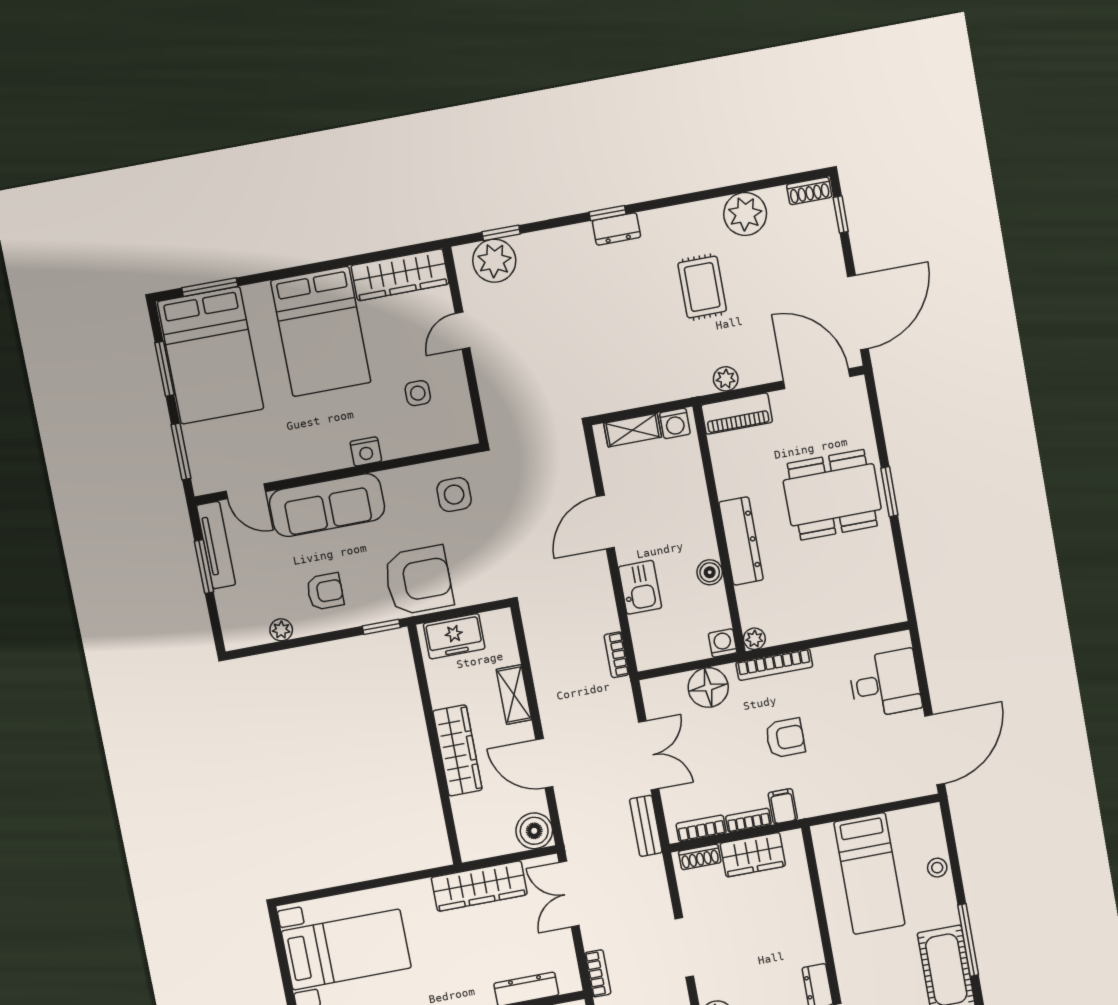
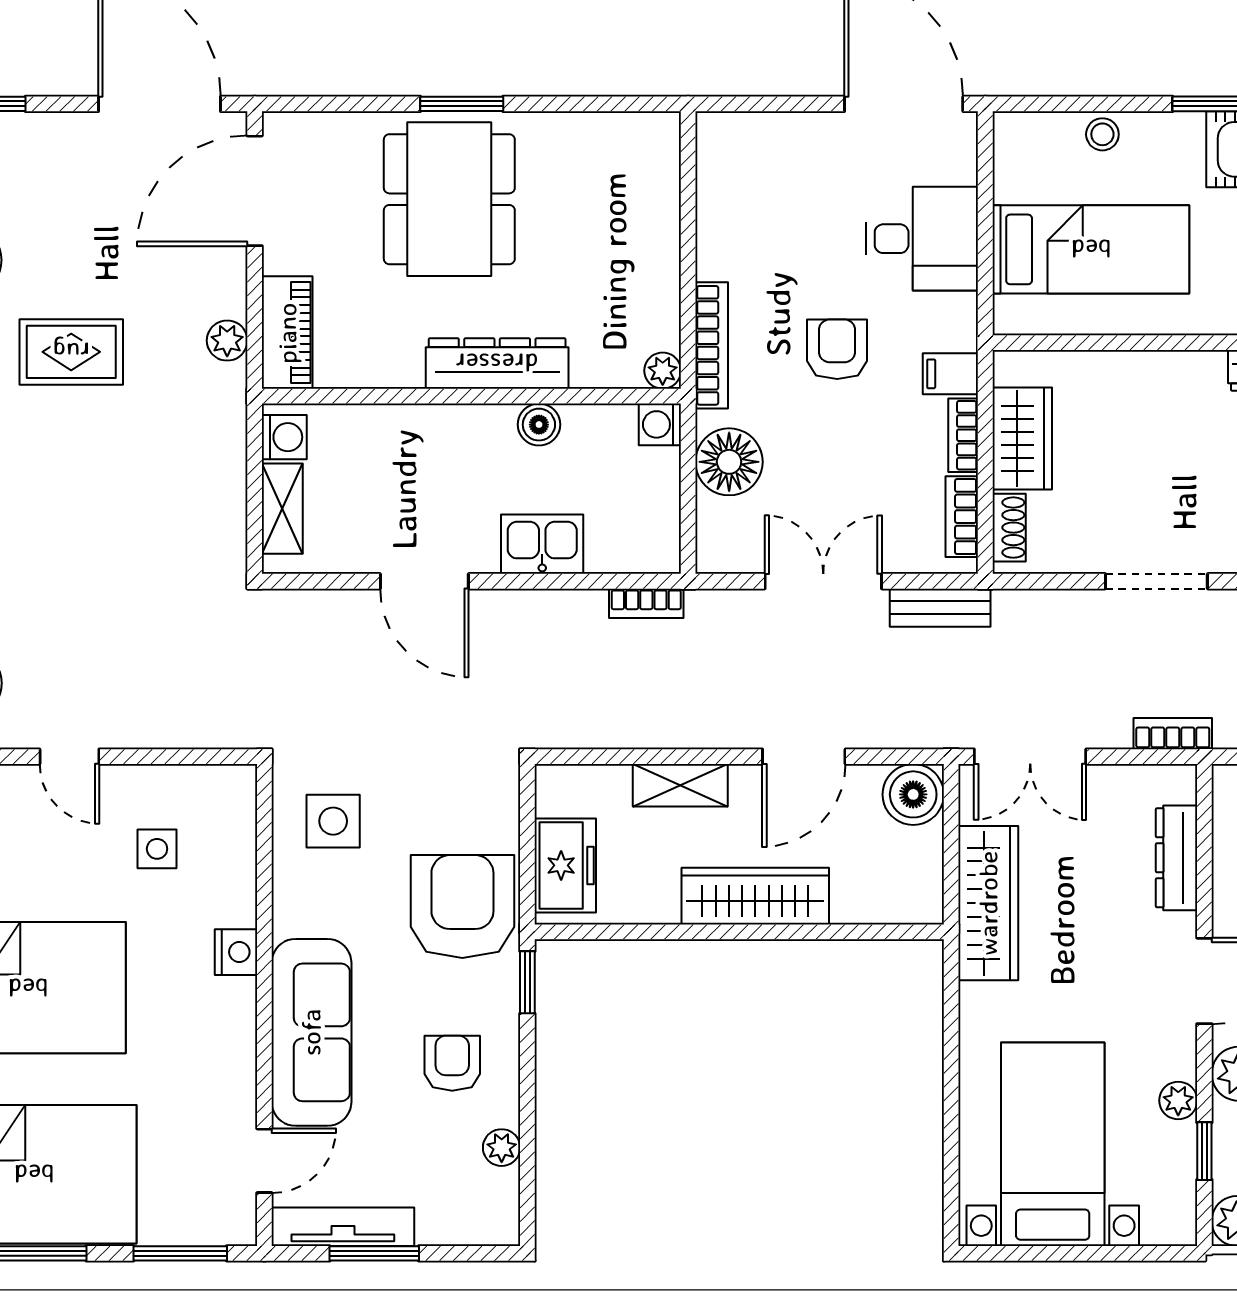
desk: (885, 684) -> (922, 239), moved, turned 90

